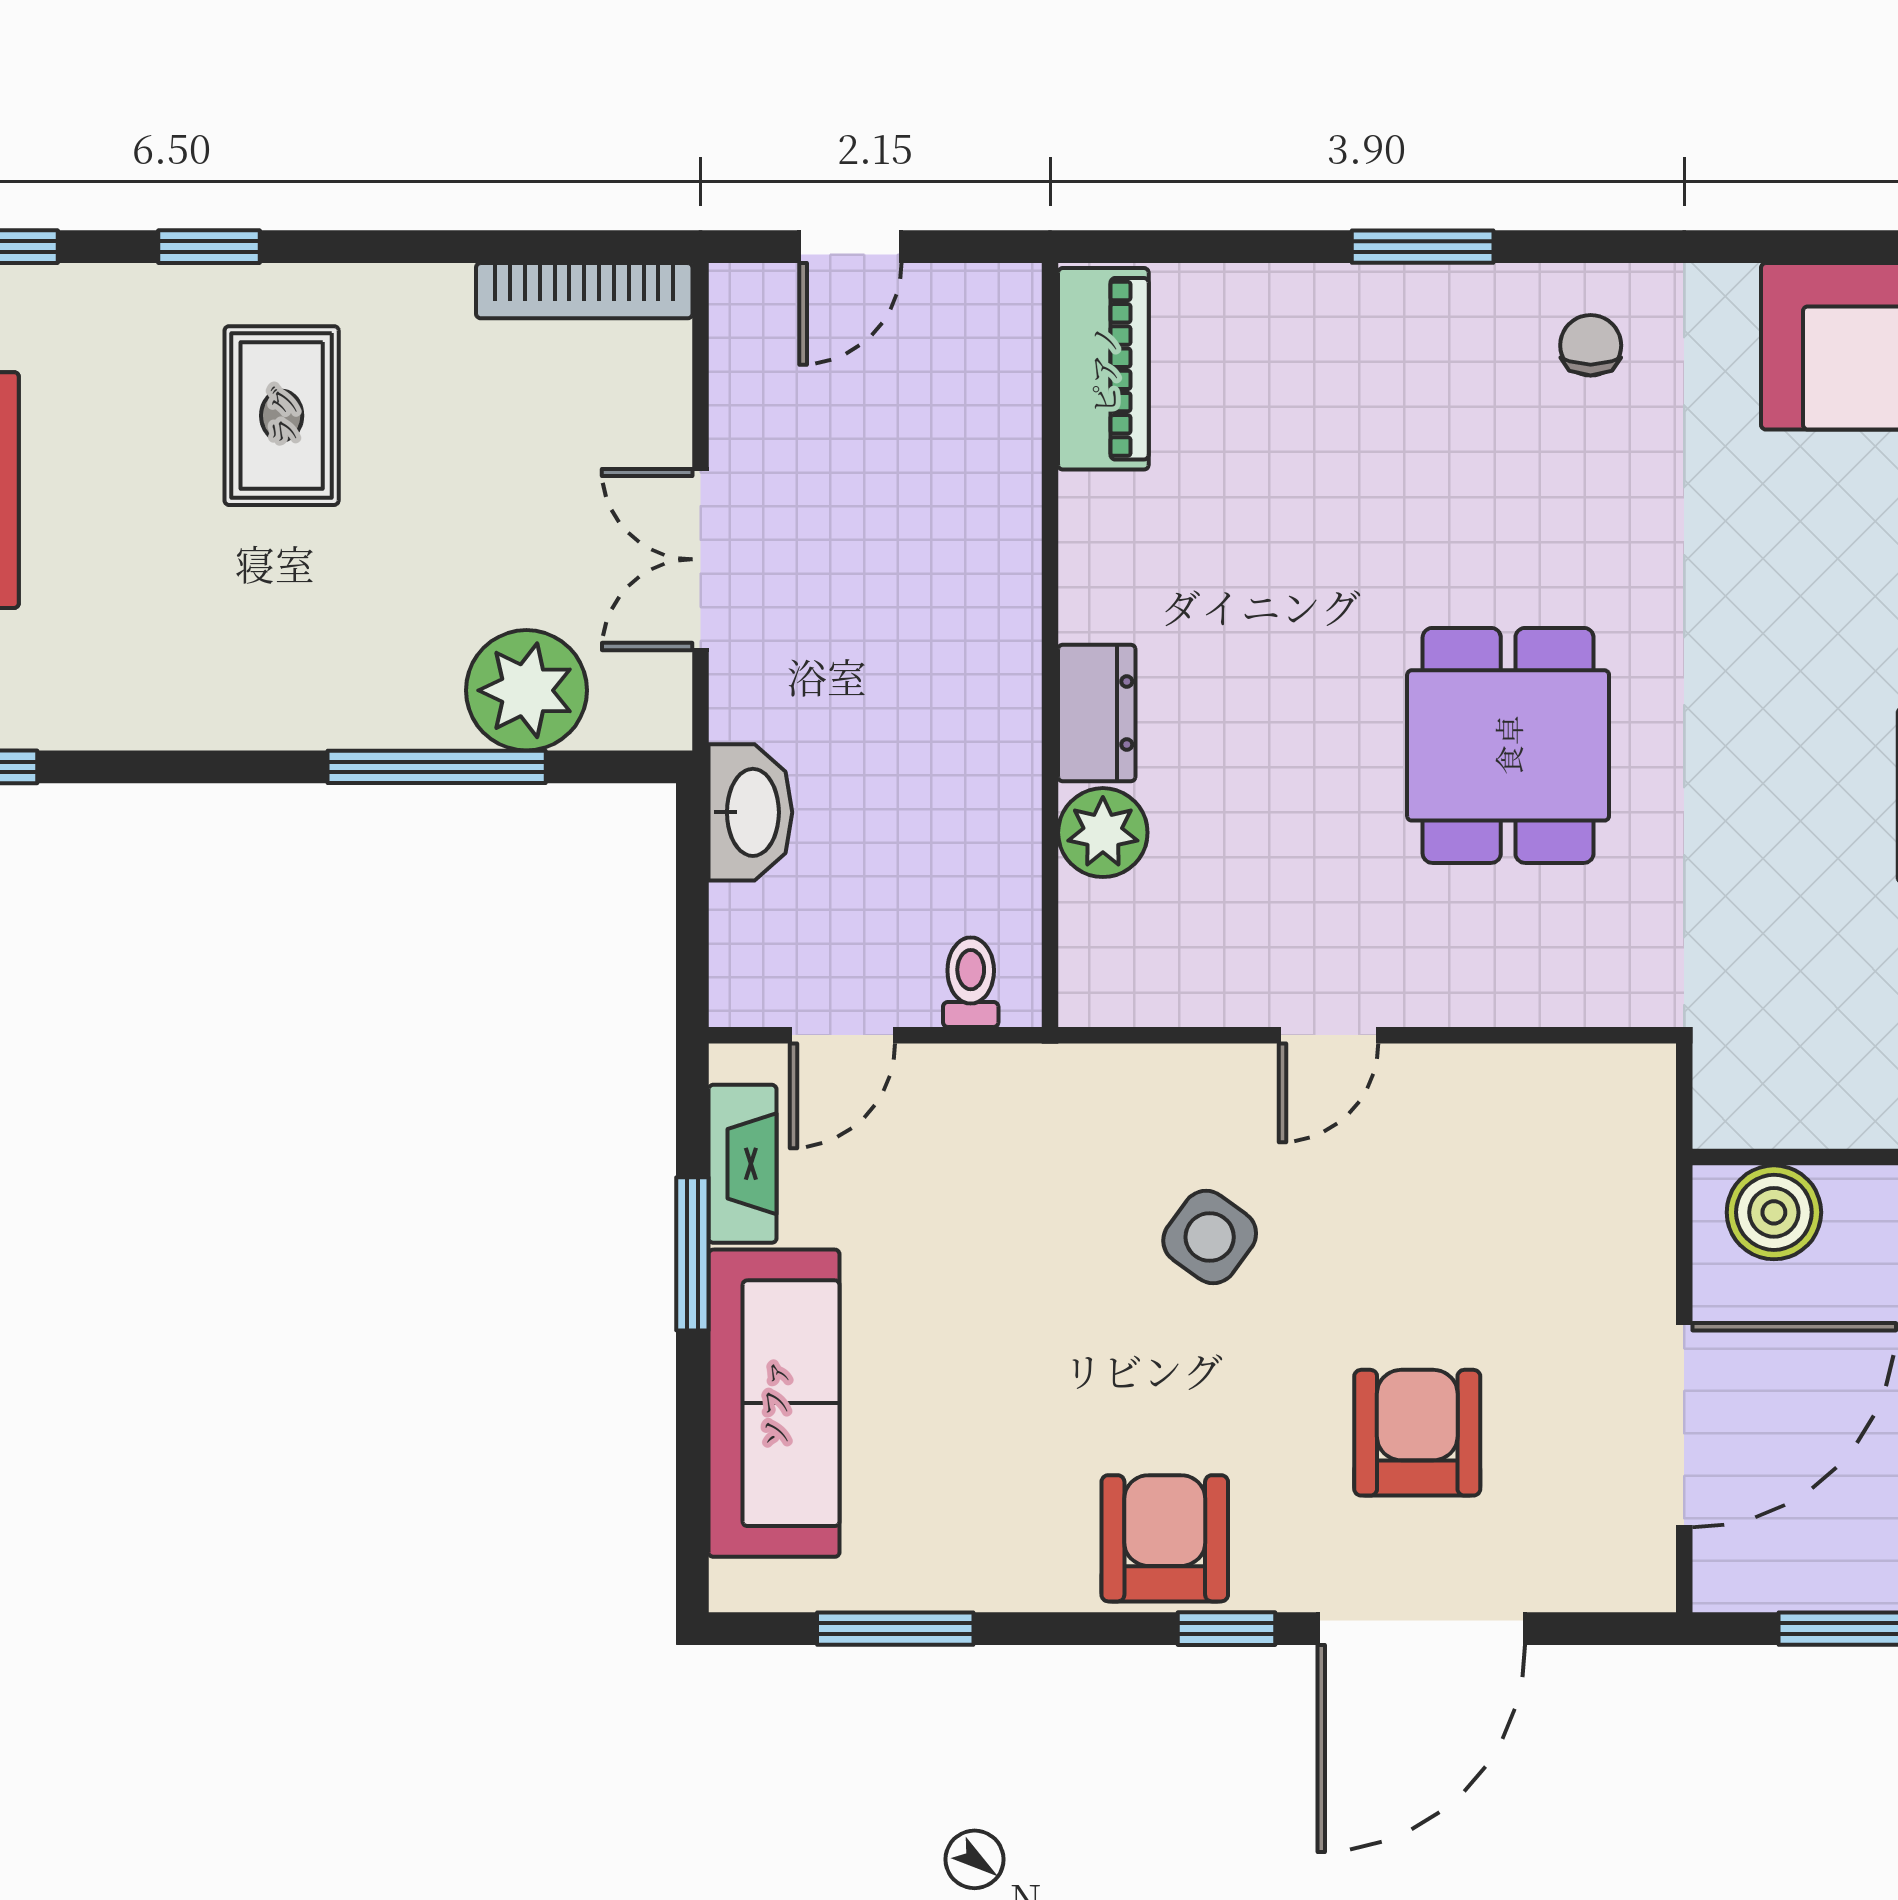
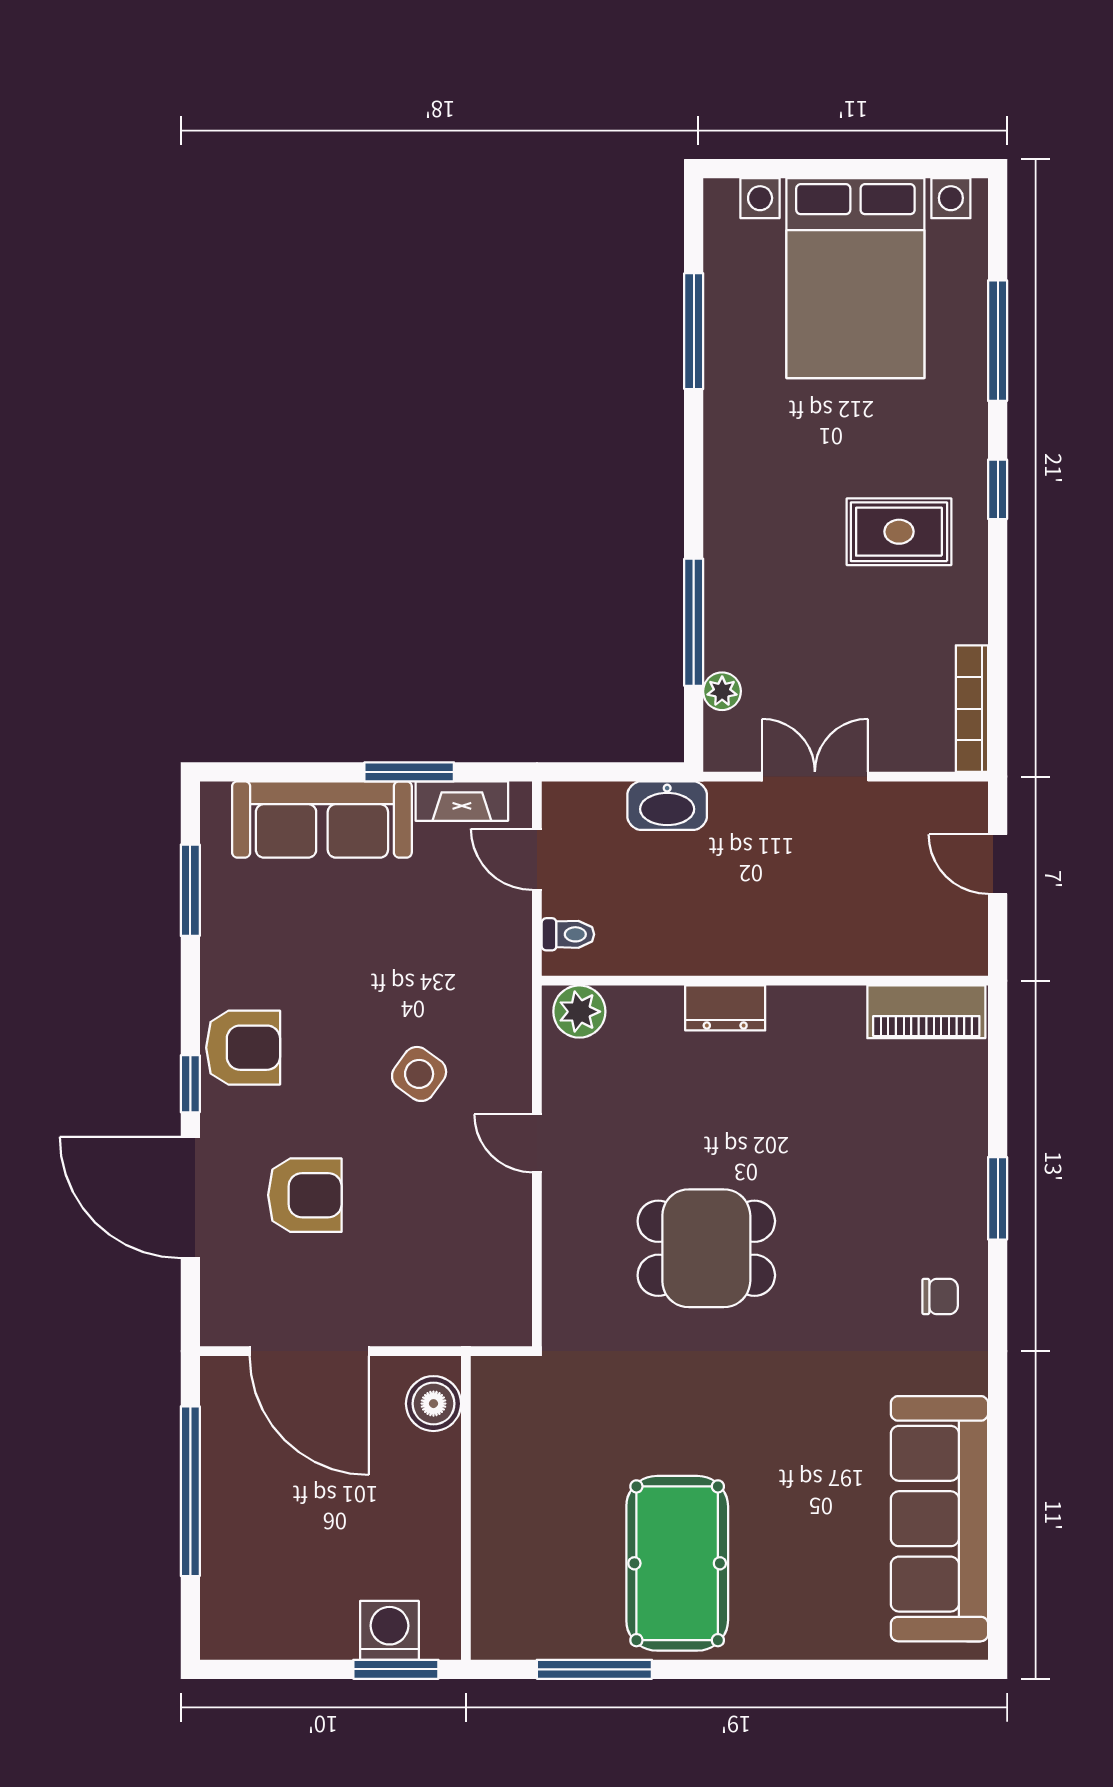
plant: (526, 690) -> (722, 691), width x0.53, depth x0.53
plant: (1103, 833) -> (579, 1012), moved

